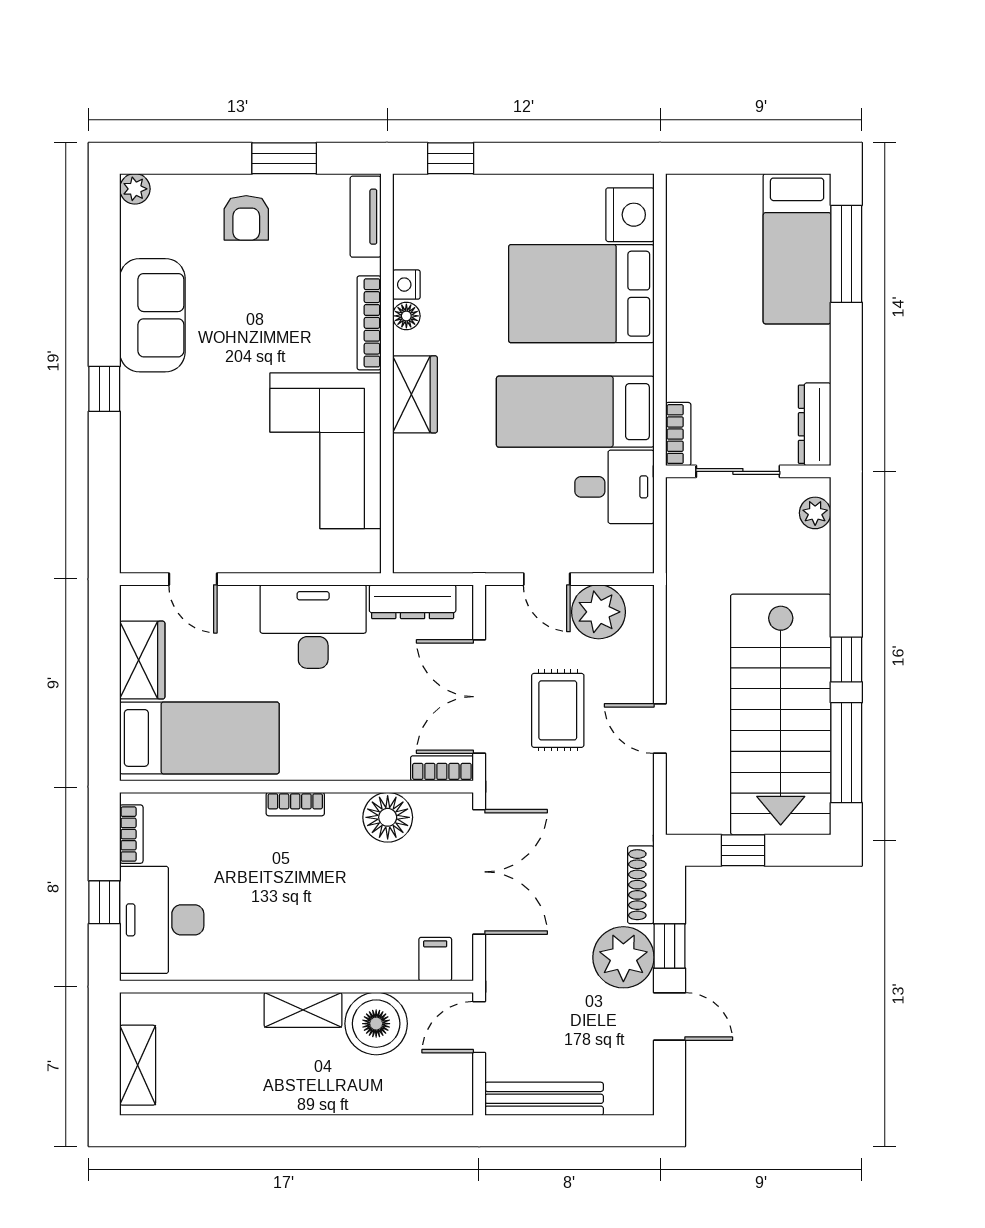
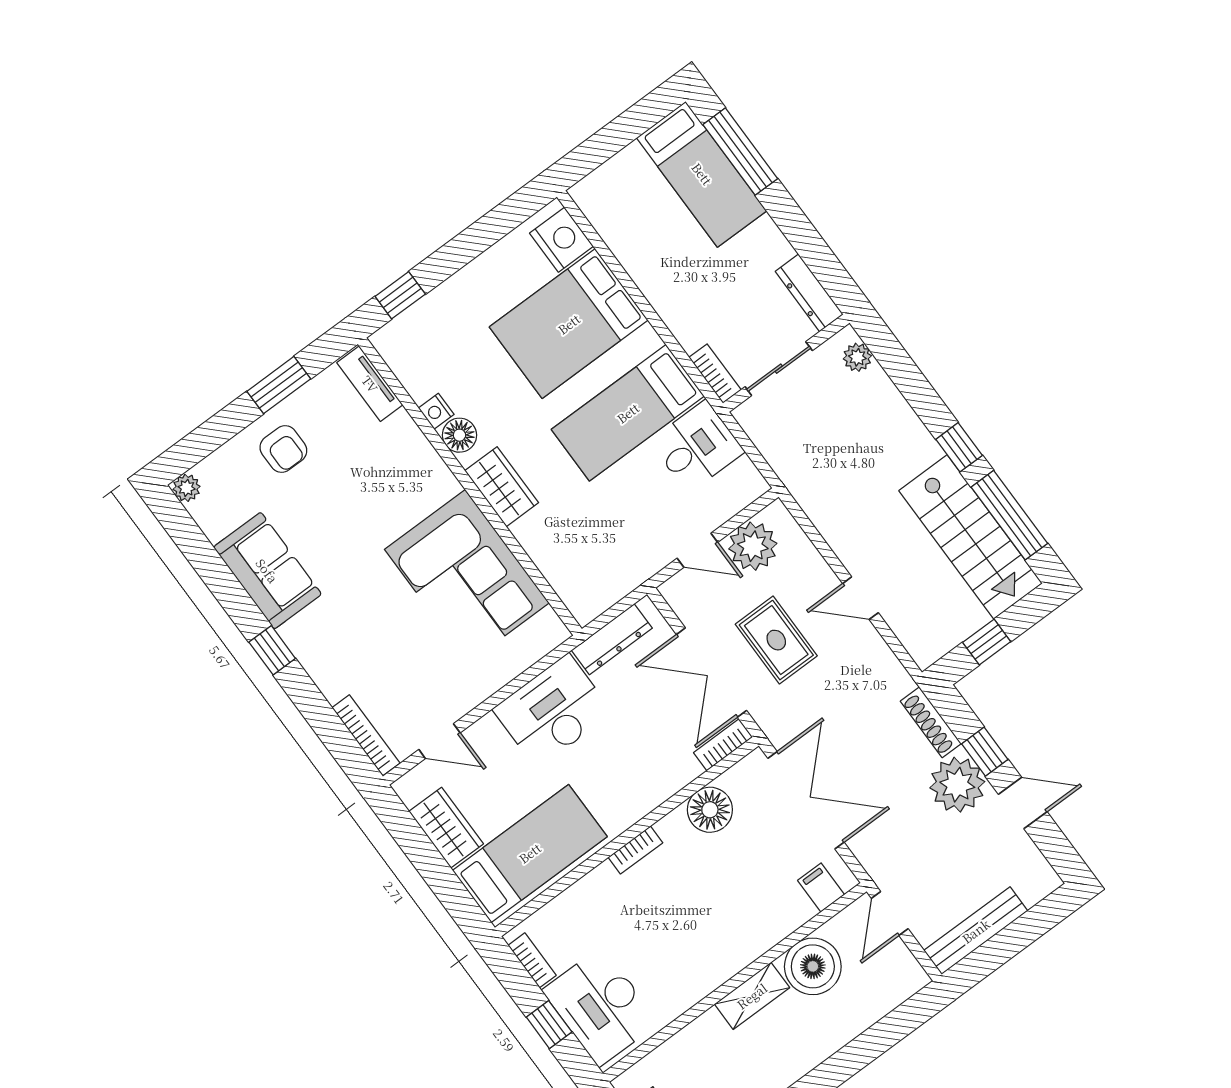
floor lamp: (406, 316) -> (459, 435), width x1.37, depth x1.37
bookcase: (369, 323) -> (366, 735), moved, turned 180
stairs: (781, 714) -> (971, 537), width x0.73, depth x0.66

